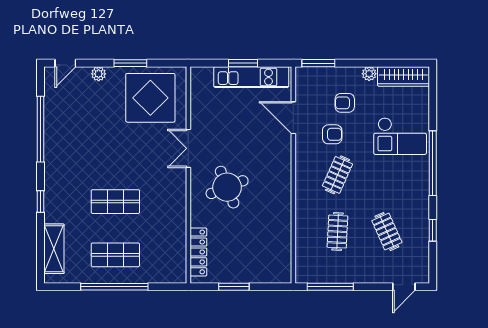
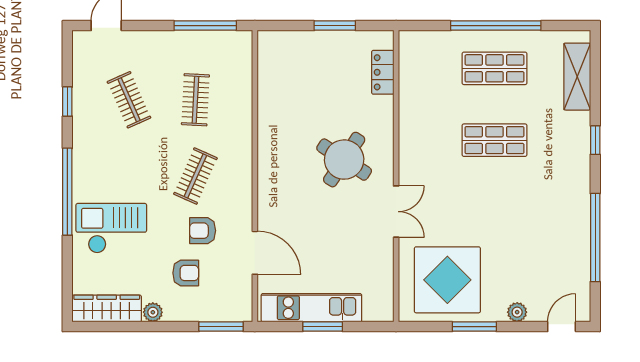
round table: (227, 187) -> (344, 160), turned -35
locker: (198, 252) -> (383, 72), width x0.66

